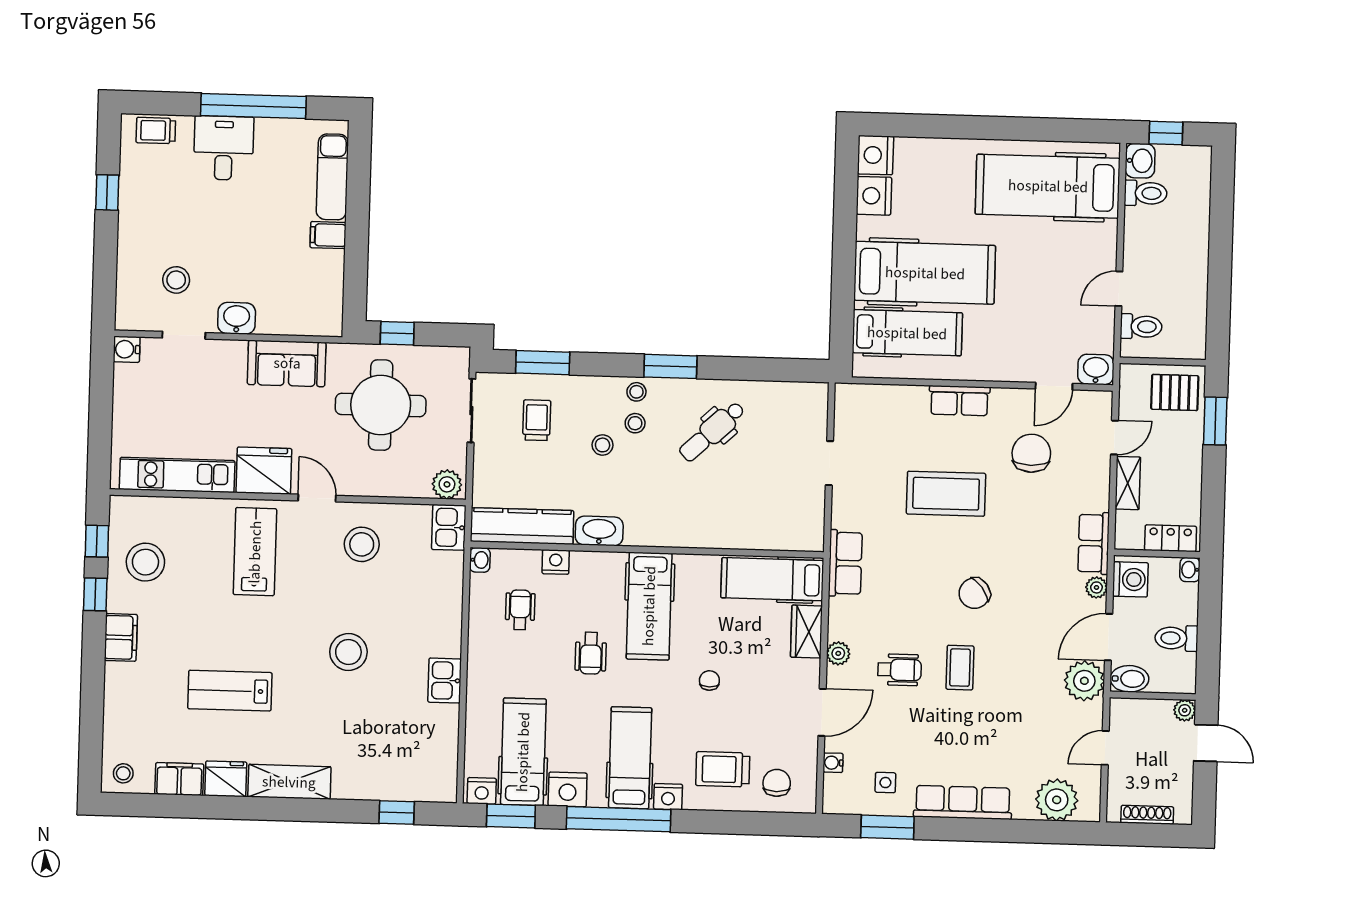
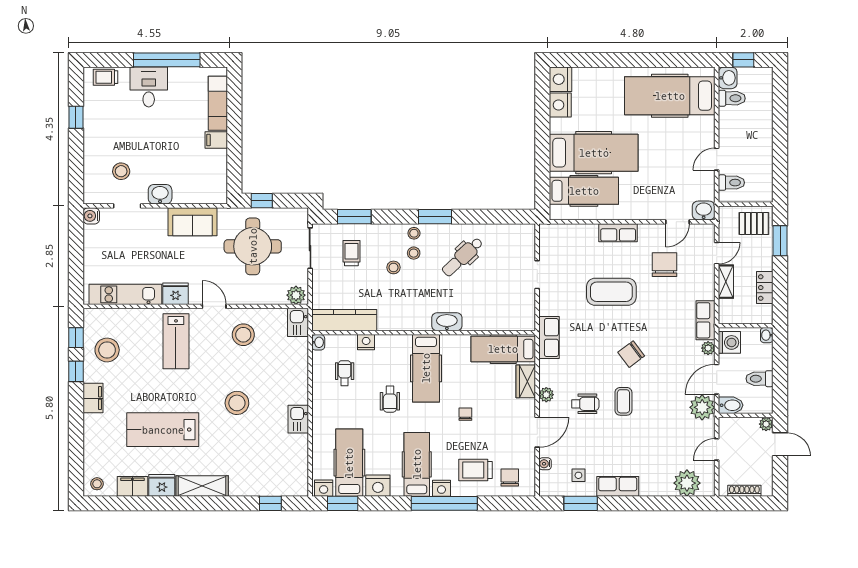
fridge: (264, 471) -> (176, 294), width x0.73, depth x0.75
washbasin: (599, 531) -> (447, 322), moved
locker: (1171, 538) -> (765, 288), moved, turned -90
lab bench: (255, 552) -> (176, 341), turned 180
lab bench: (230, 691) -> (163, 430), width x1.36, depth x1.39
row of seats: (963, 802) -> (618, 486), width x0.68
window: (619, 819) -> (444, 503), moved

